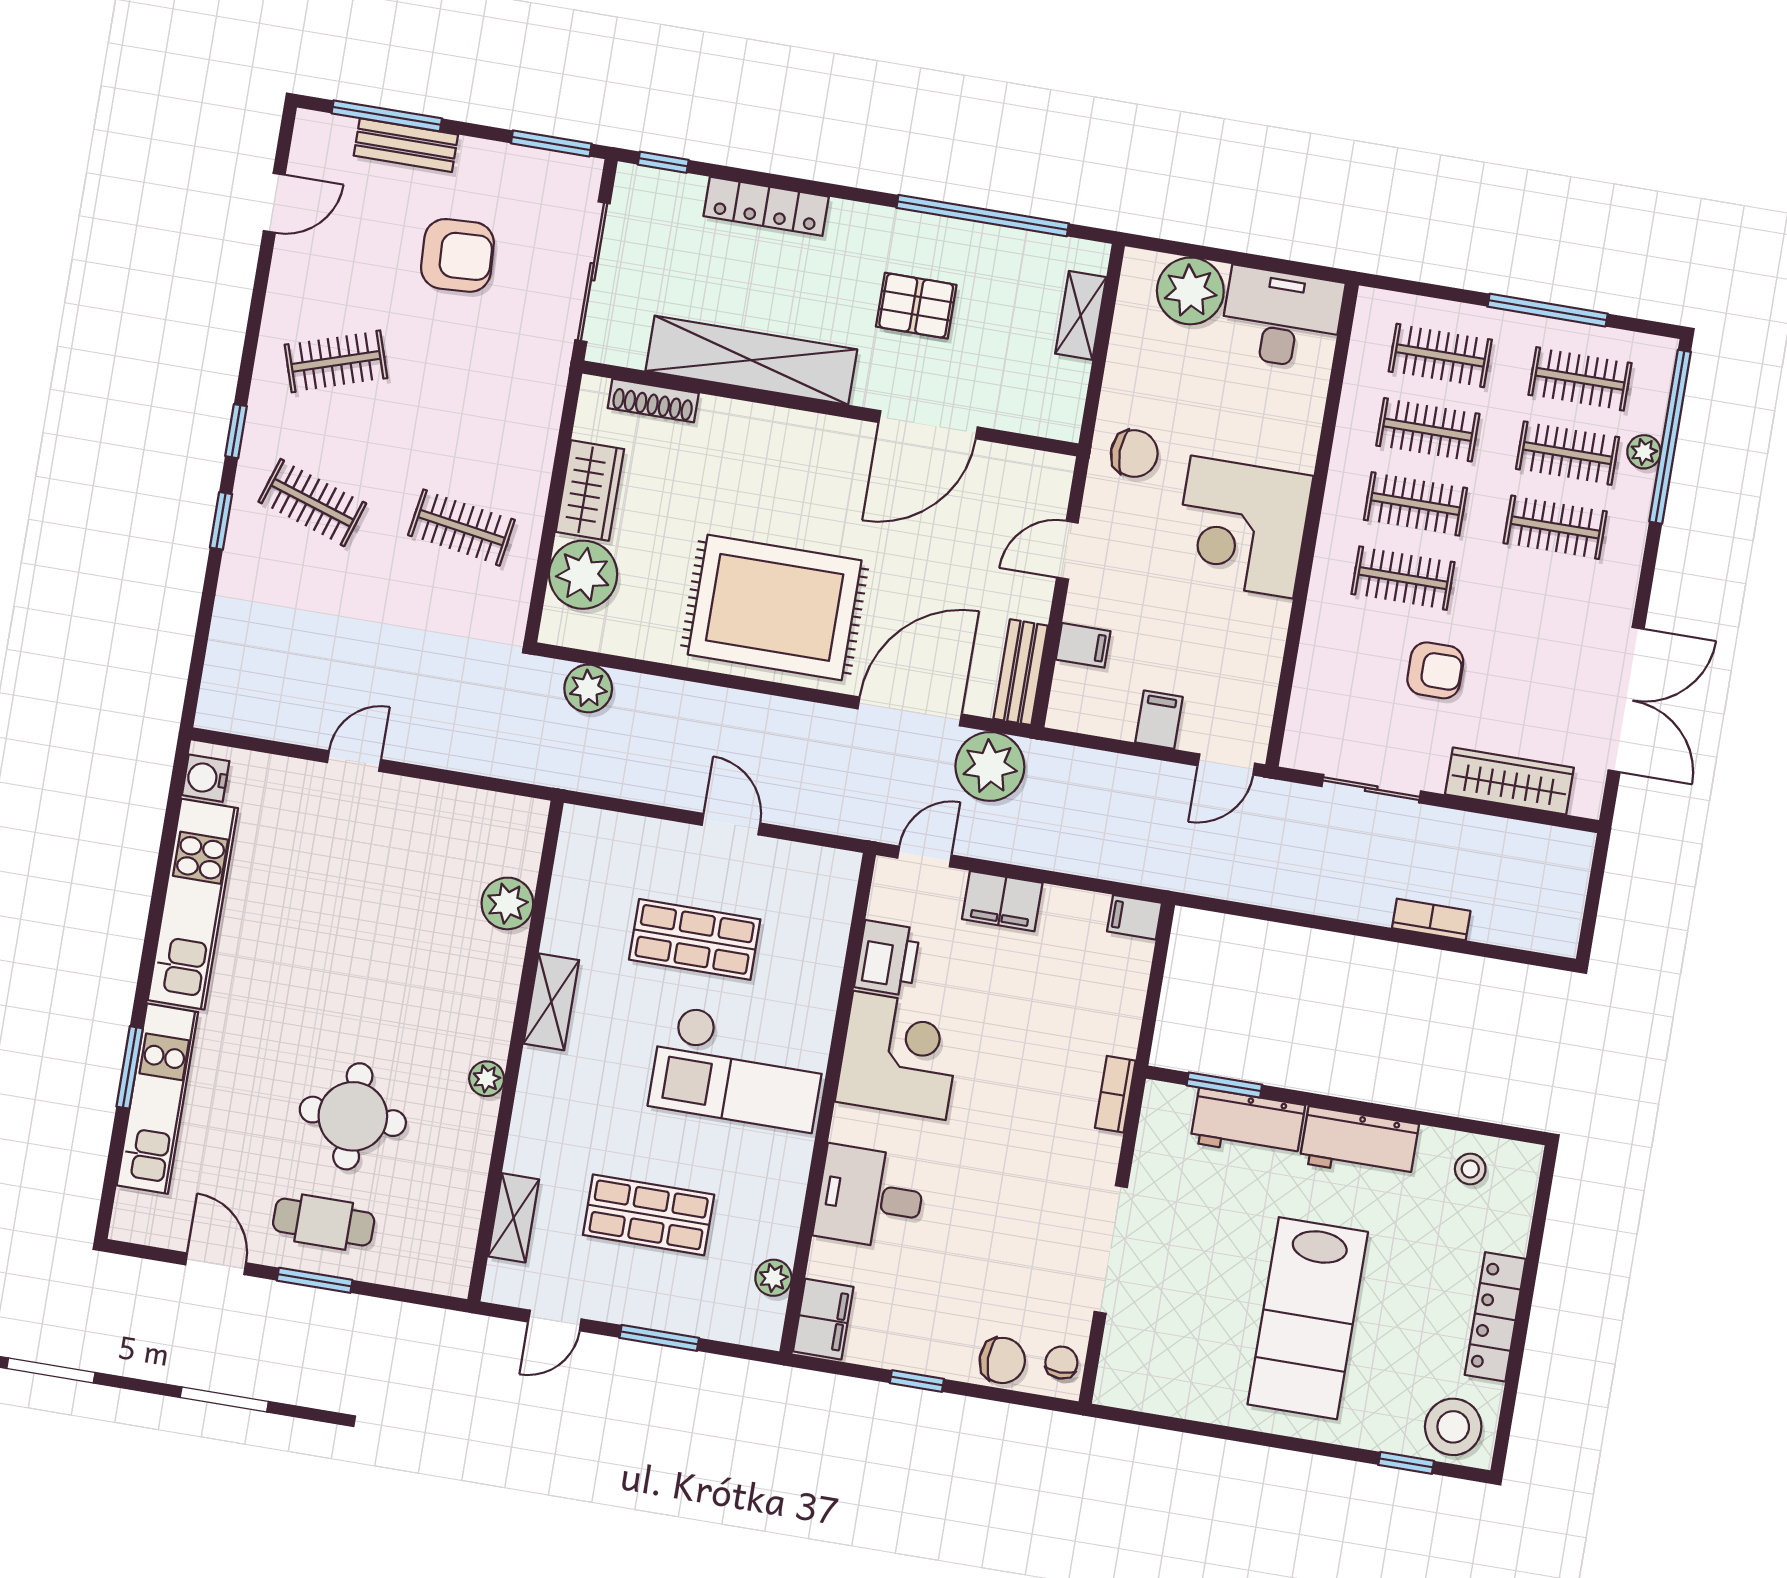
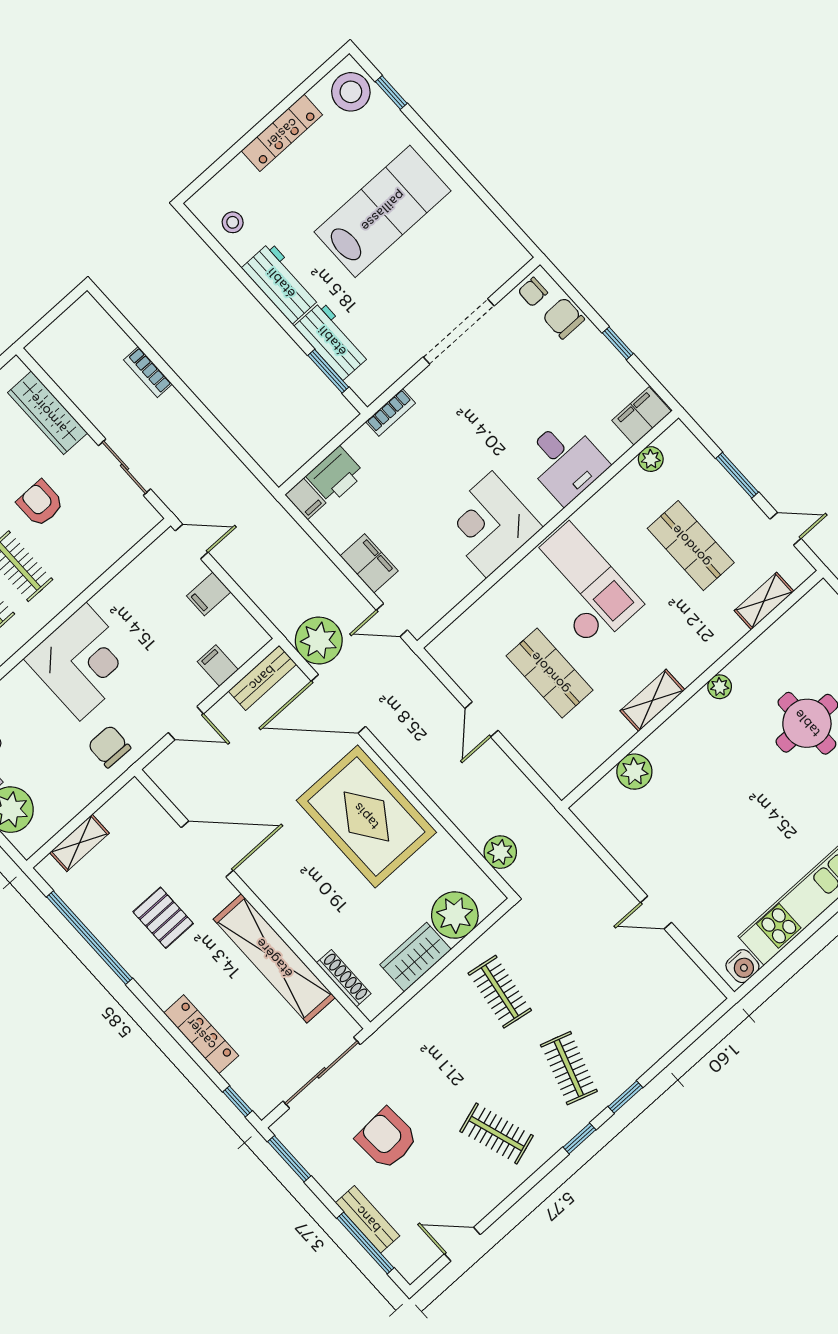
printer: (887, 958) -> (335, 475), moved, turned 180

